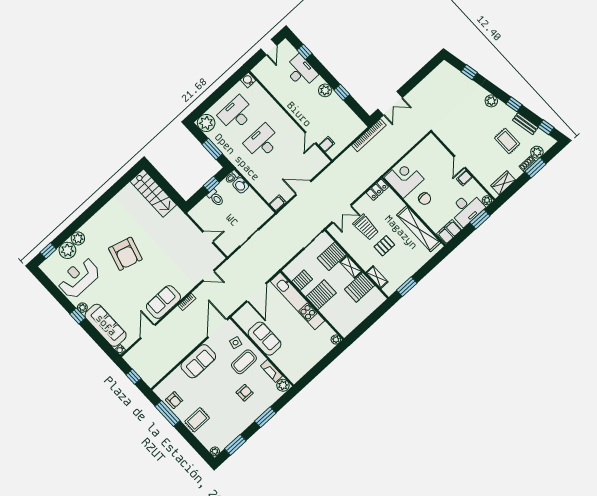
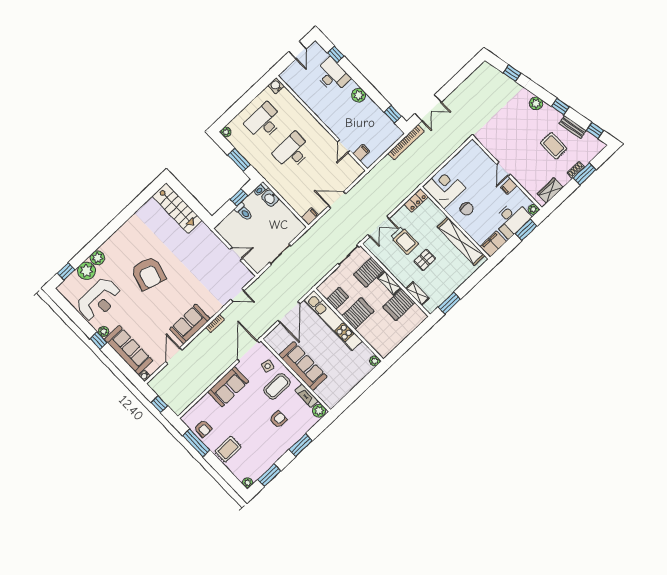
window: (342, 92) -> (393, 114), moved
plant: (206, 123) -> (226, 132), width x0.53, depth x0.53
plant: (537, 152) -> (586, 157), removed
reception desk: (79, 278) -> (99, 300), turned 180
sofa: (265, 339) -> (303, 366), width x1.36

